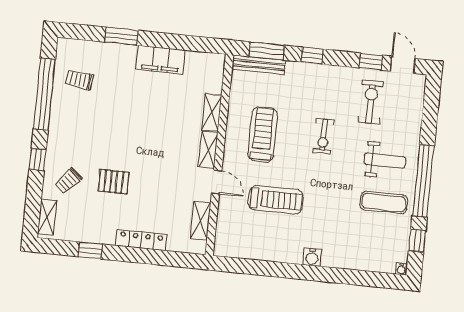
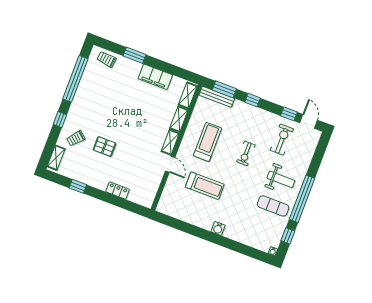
trolley: (80, 80) -> (107, 59), moved
shelving: (201, 221) -> (188, 95), moved
locker: (141, 240) -> (118, 190), width x0.66

